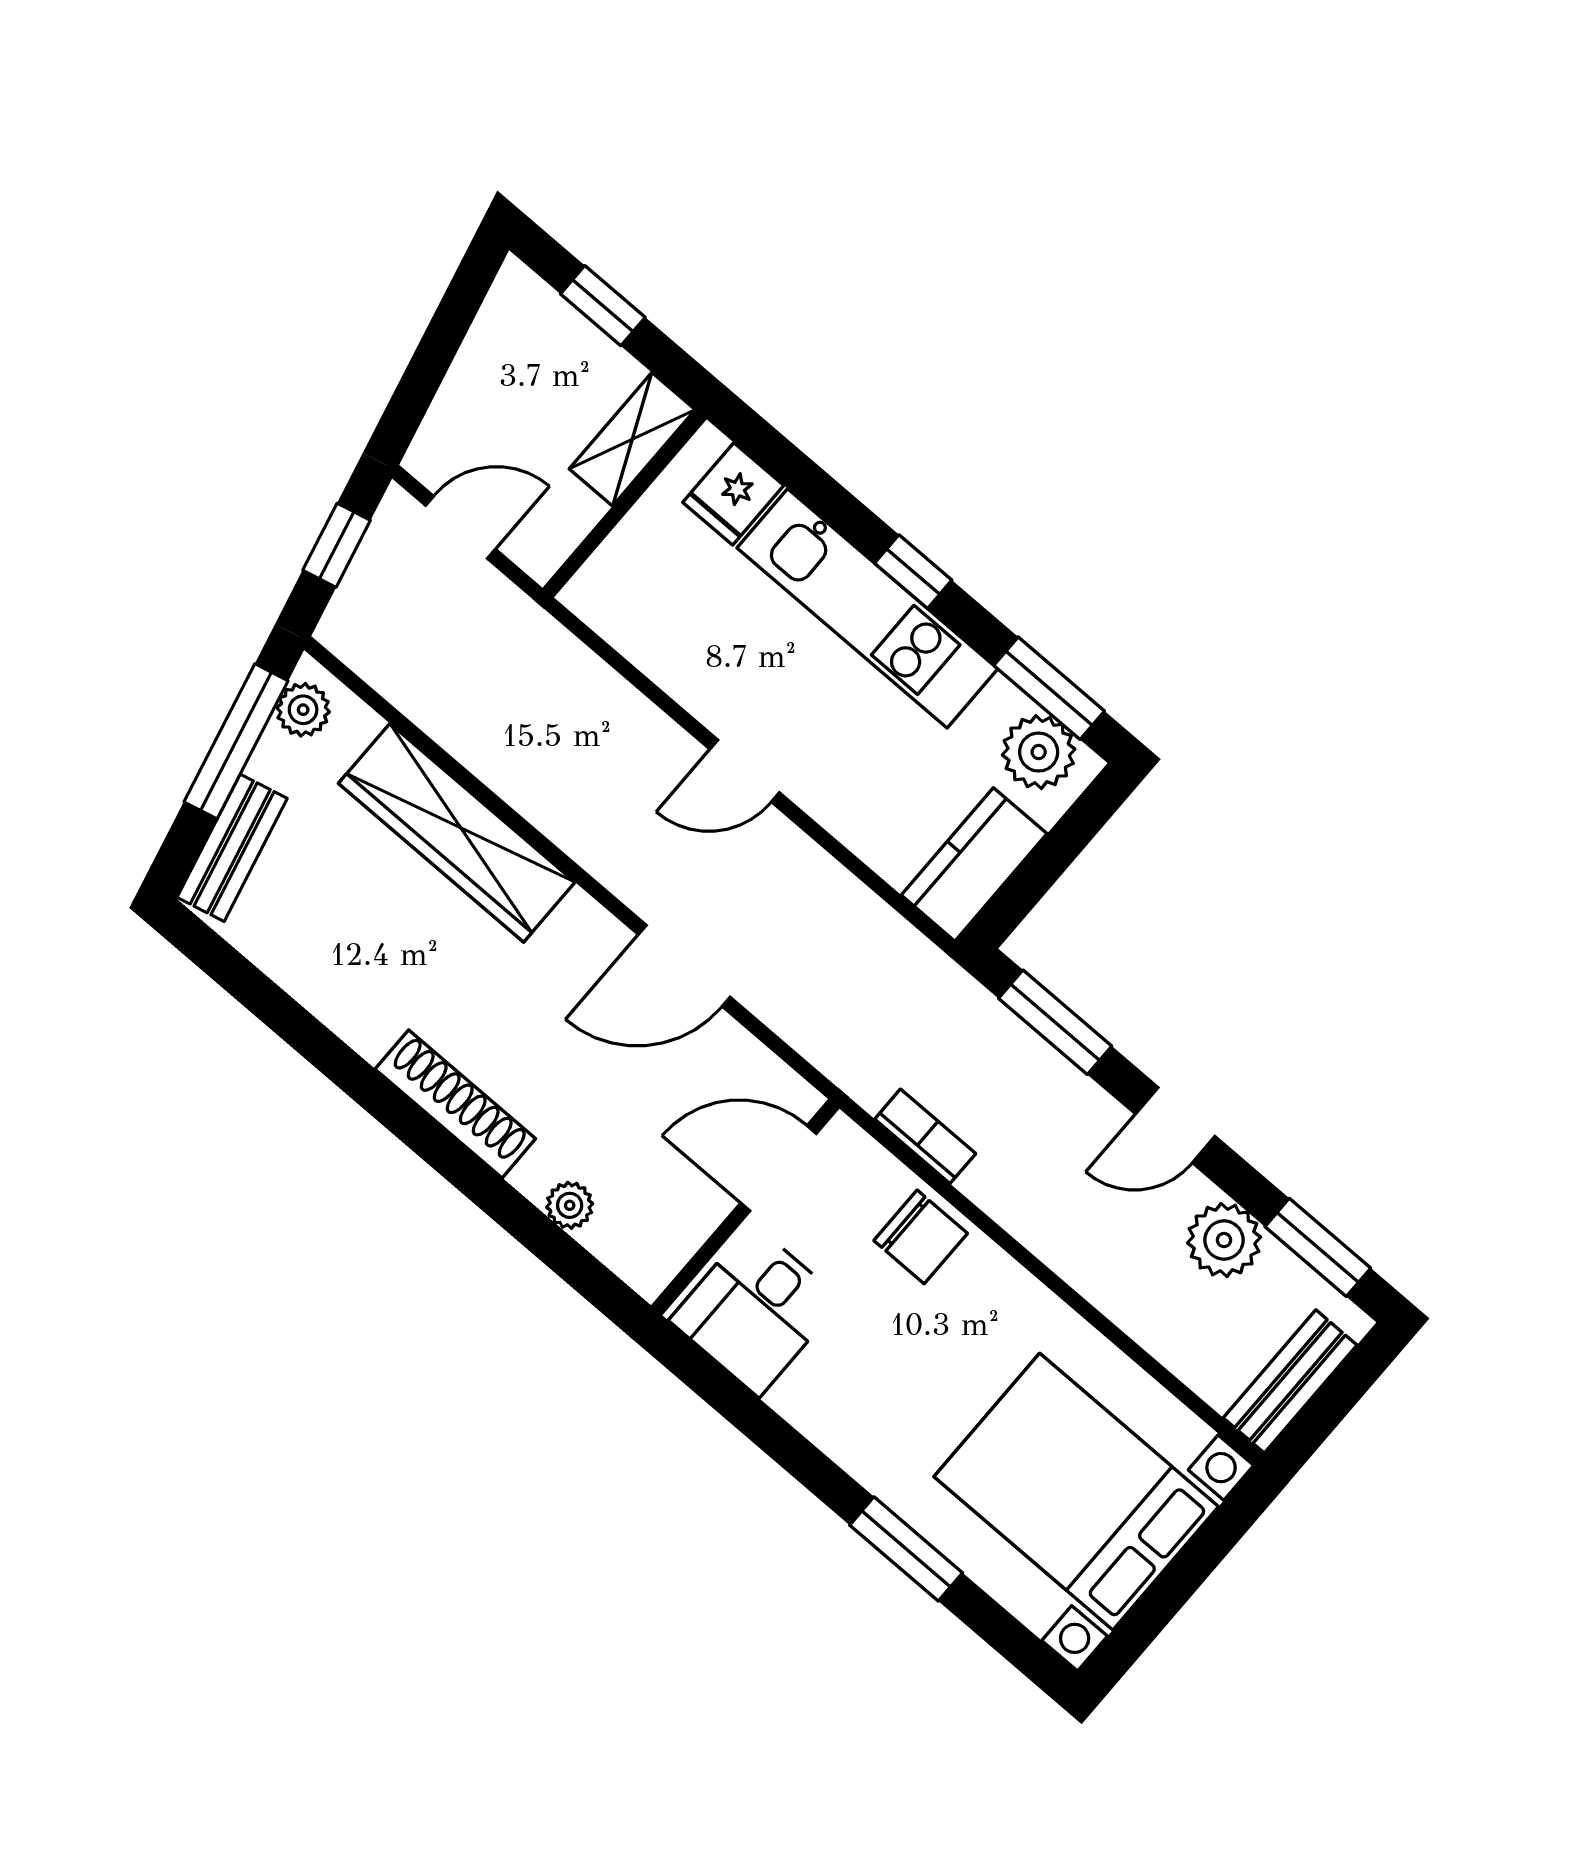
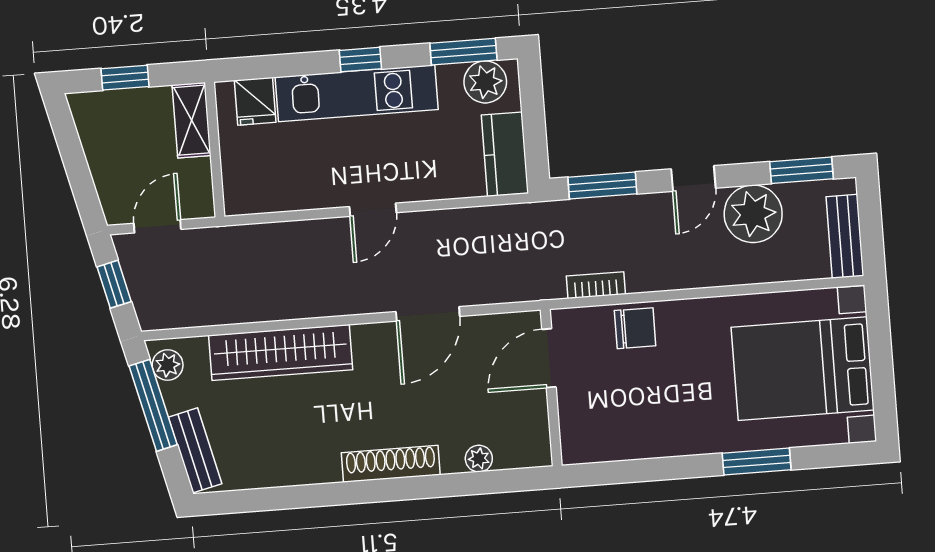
plant: (1224, 1240) -> (753, 214), width x1.36, depth x1.36
desk: (756, 1310) -> (598, 425), removed

